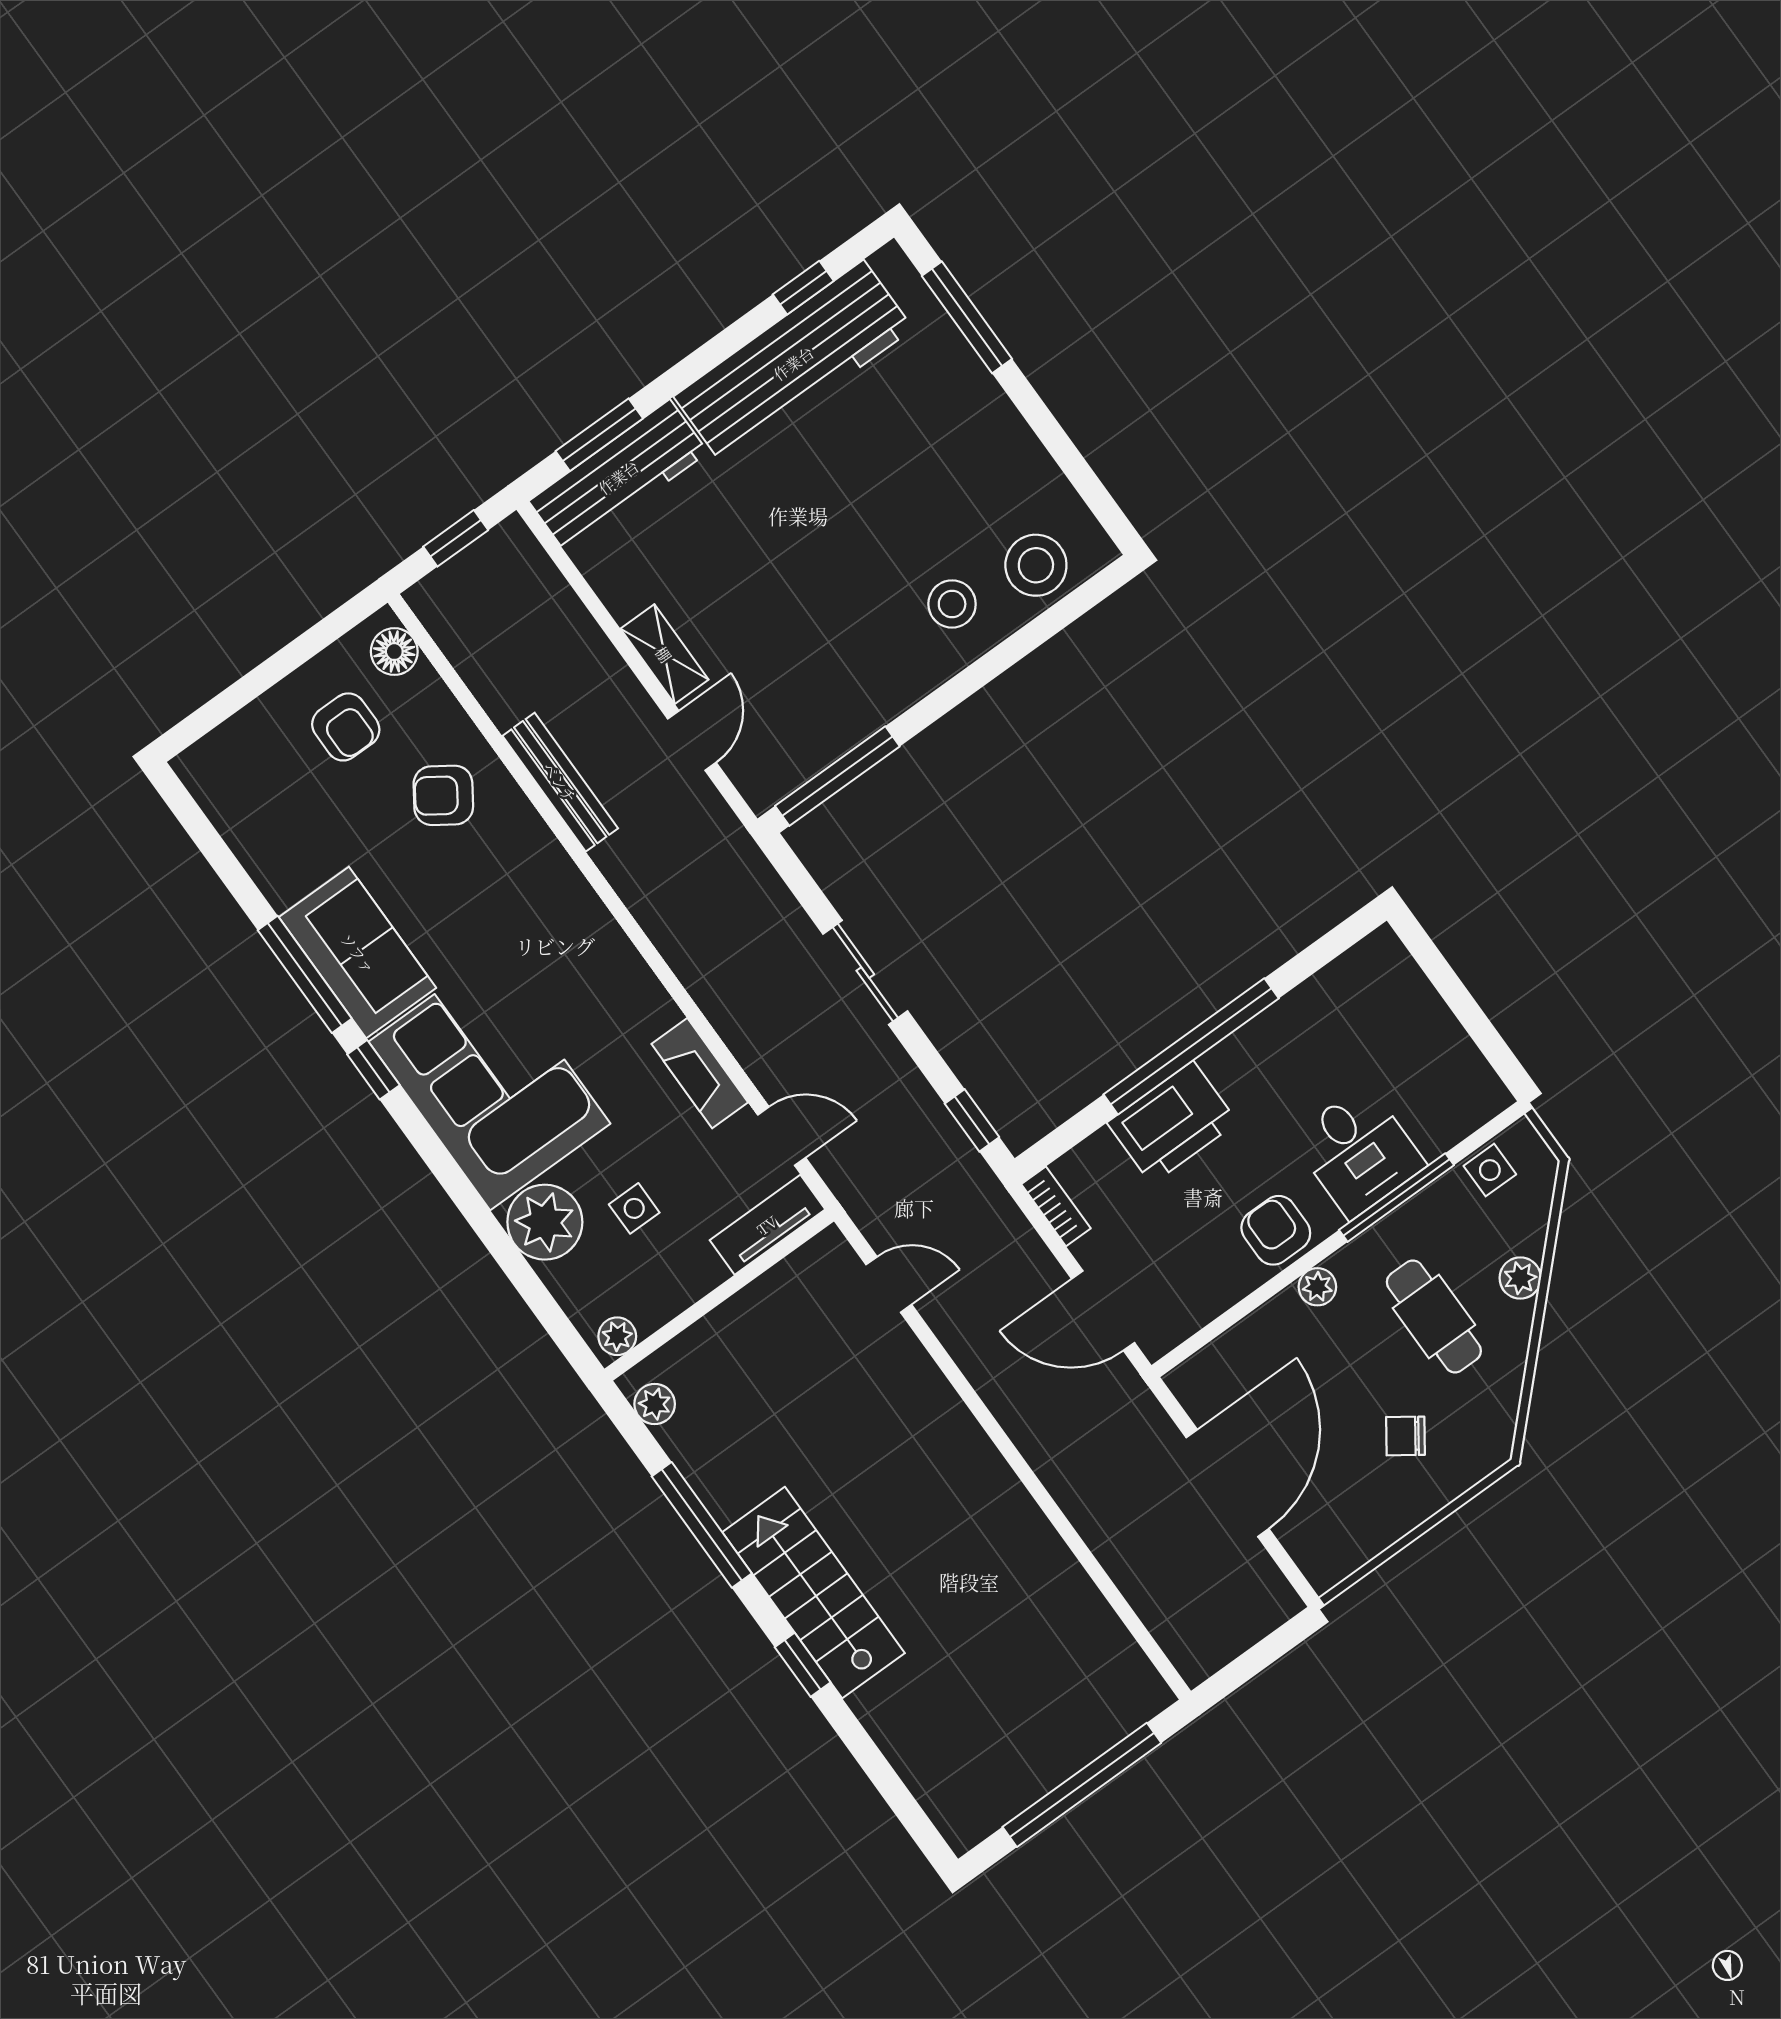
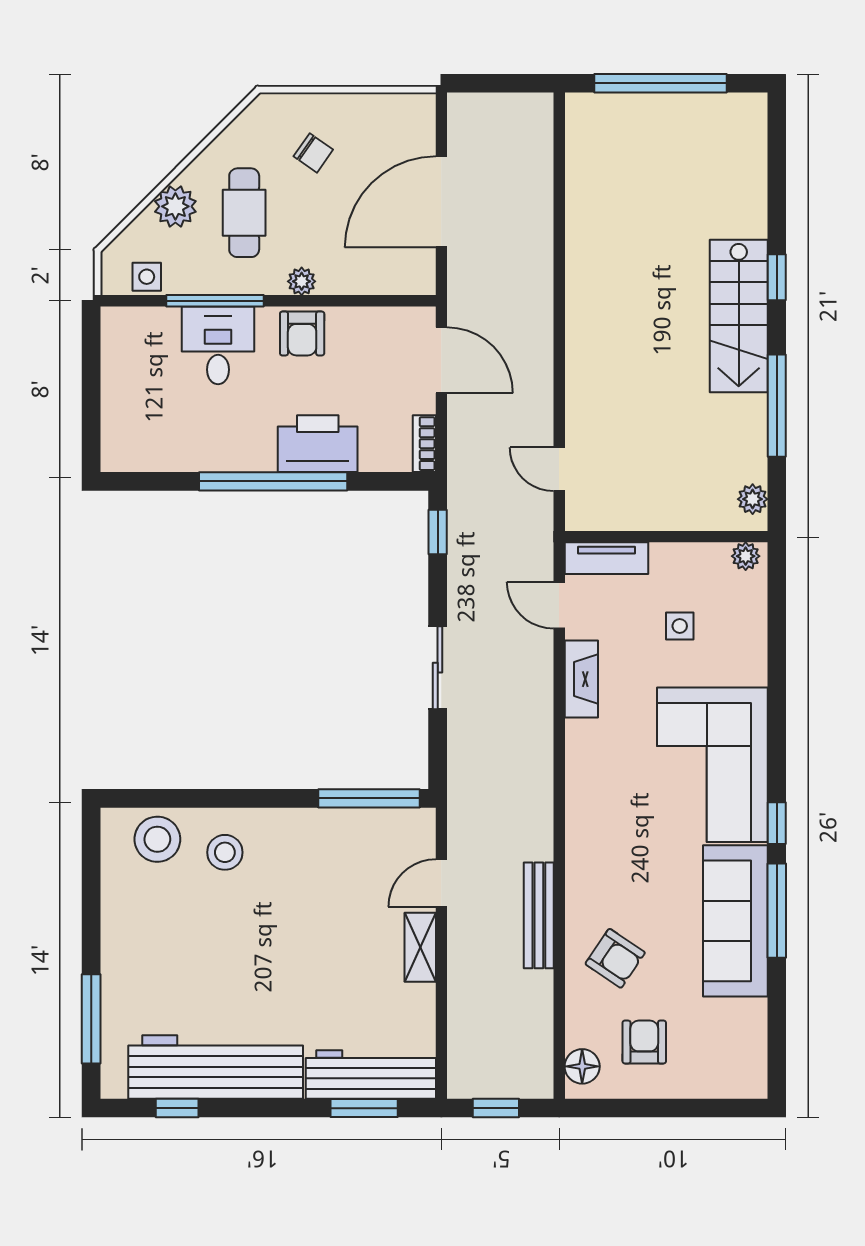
sofa: (358, 953) -> (735, 921), width x1.36
plant: (545, 1222) -> (740, 657), removed
plant: (1520, 1278) -> (175, 206), width x1.38, depth x1.38

